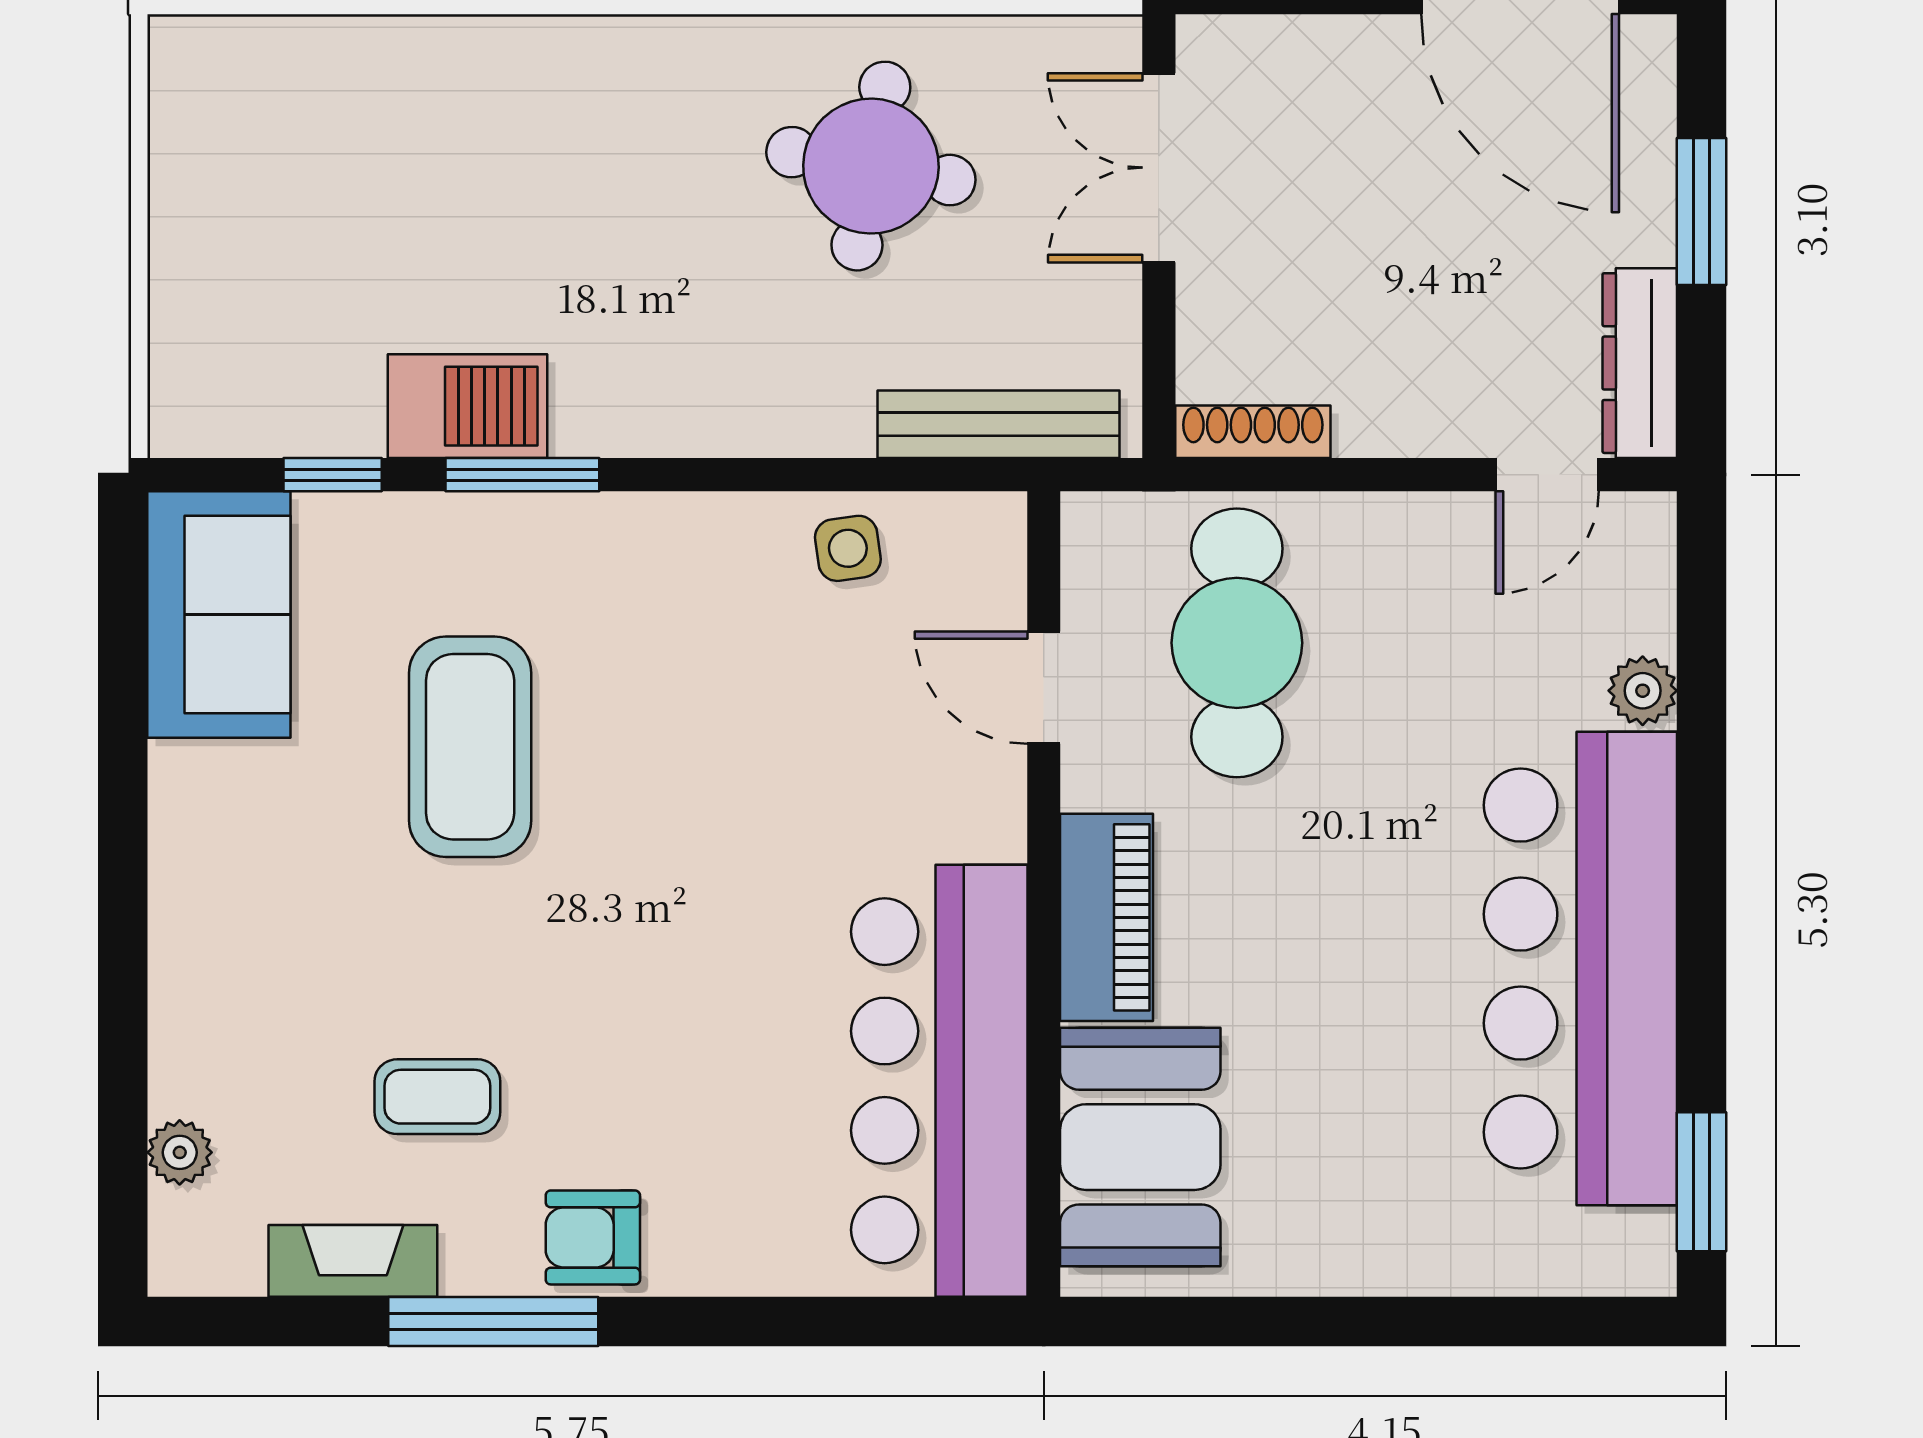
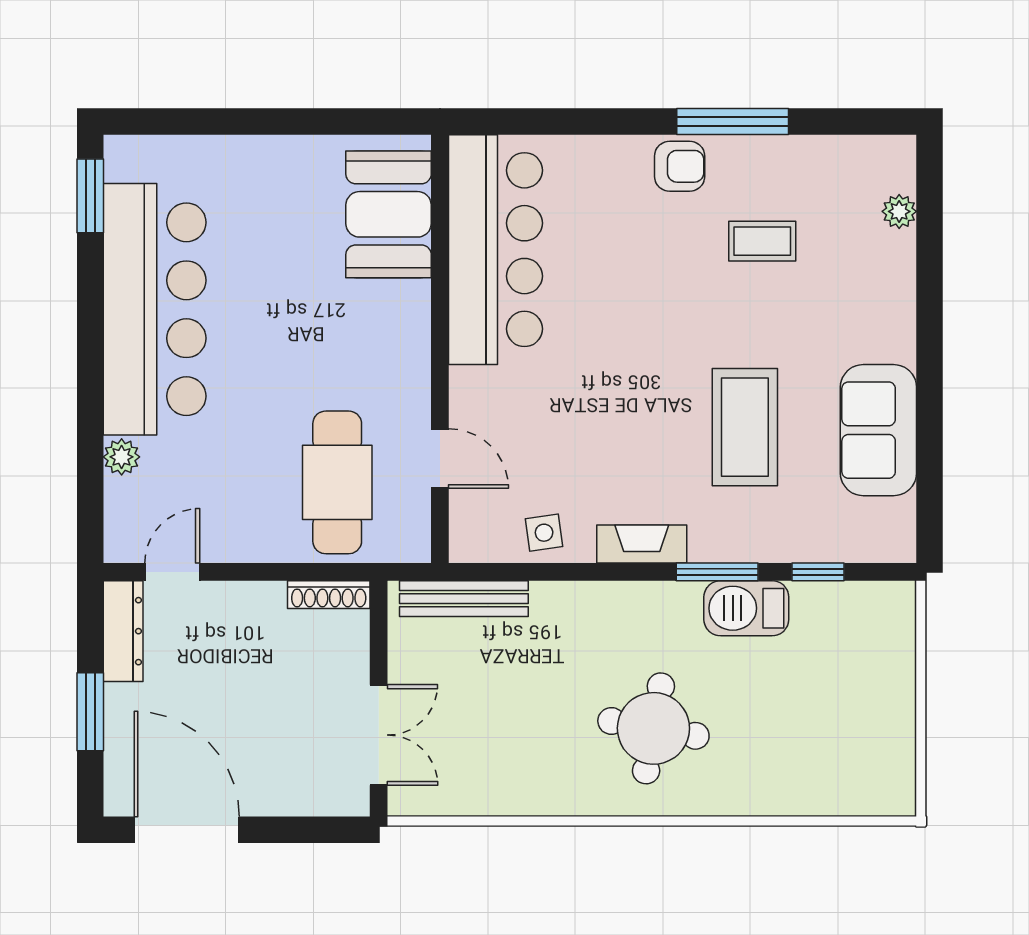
round table: (871, 166) -> (653, 728), moved
sofa: (219, 615) -> (878, 430), moved
piano: (1107, 917) -> (406, 336), removed
fireplace: (353, 1261) -> (642, 544), moved, turned 180

